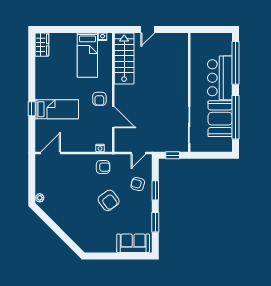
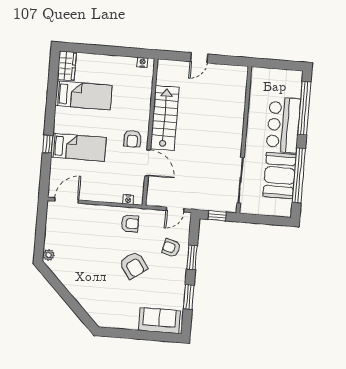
bed: (87, 55) -> (84, 95), moved, turned -90
stairs: (124, 59) -> (165, 118), moved

